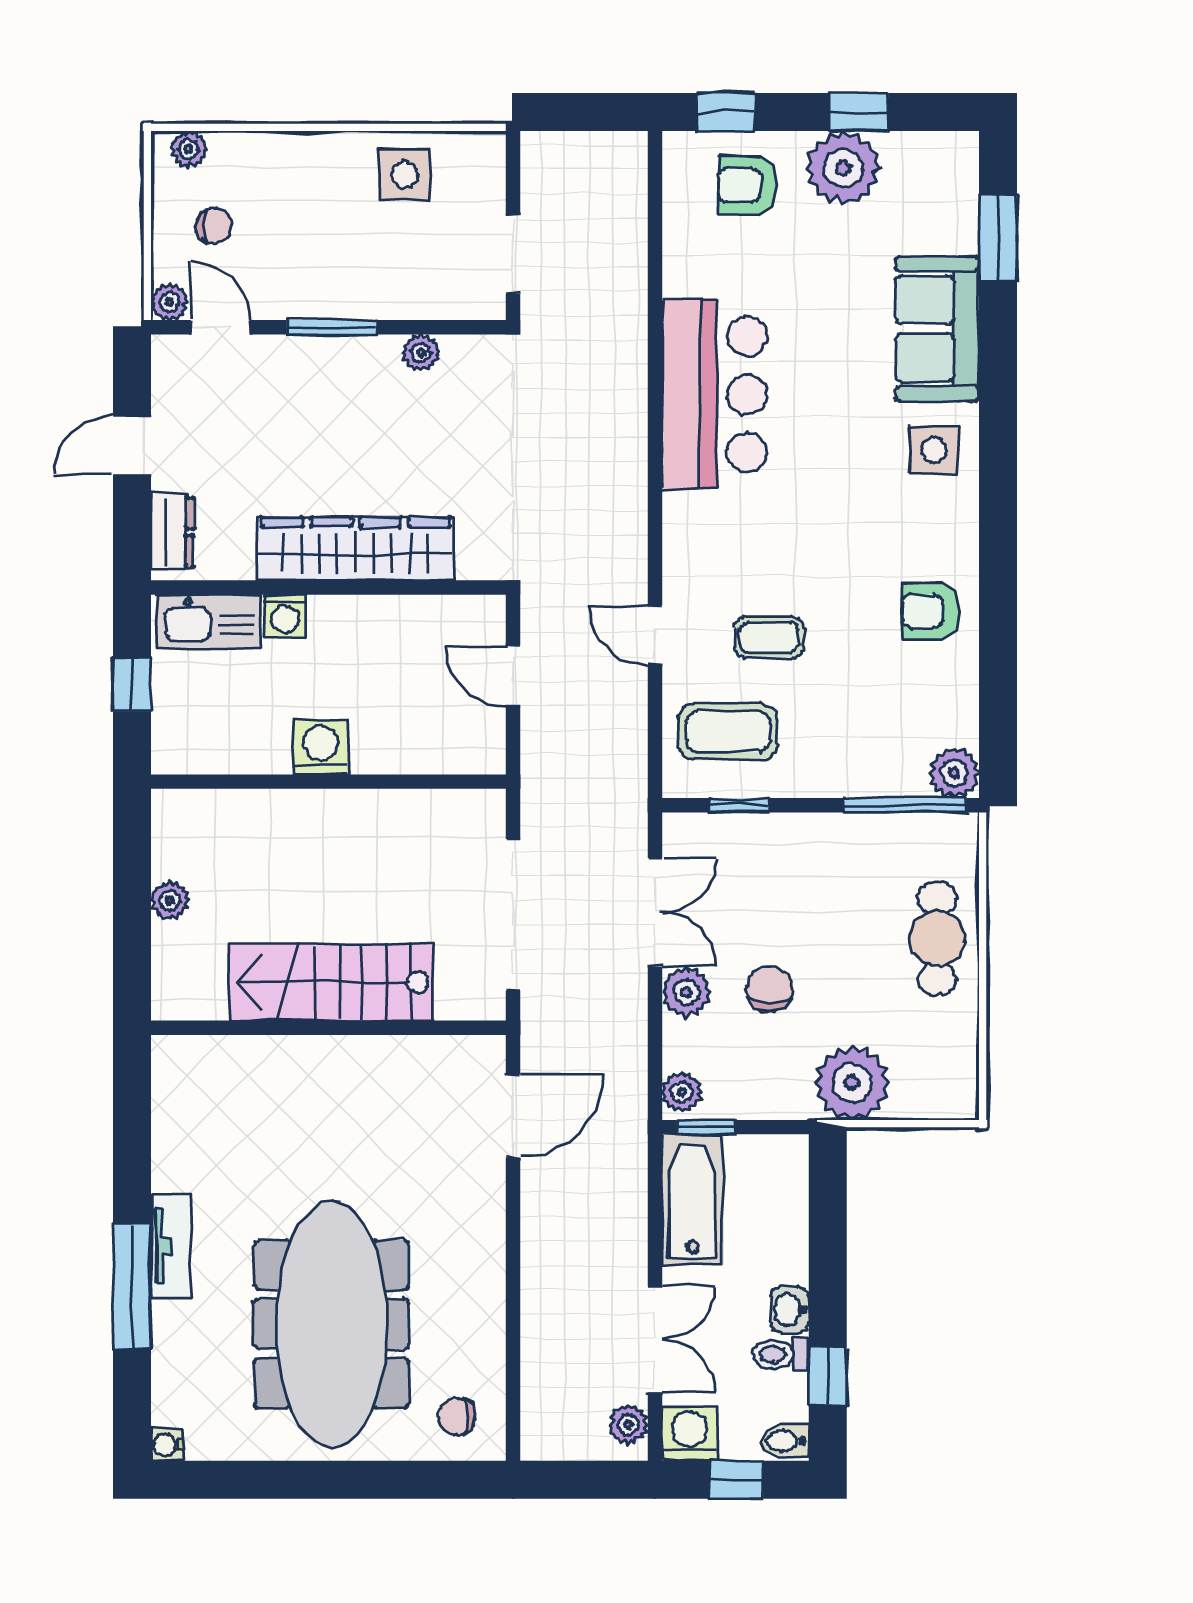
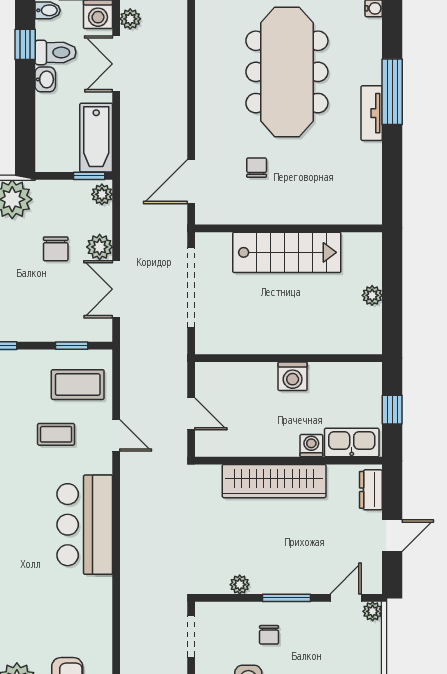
chair: (214, 226) -> (269, 635), moved, turned -90
door: (220, 327) -> (346, 598), swing flipped
bar counter: (715, 394) -> (85, 525), moved
toilet: (781, 1355) -> (56, 52), width x1.37, depth x1.39
chair: (457, 1416) -> (257, 168), moved, turned -90

